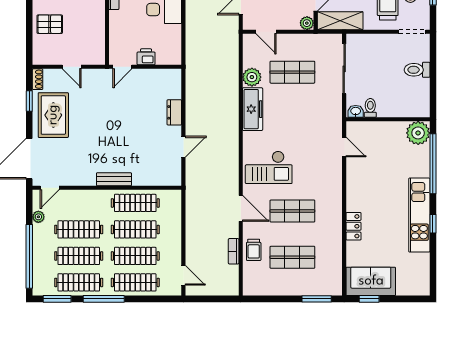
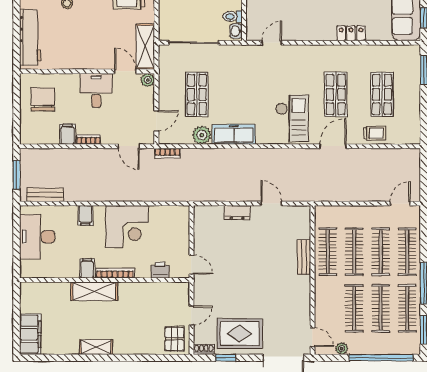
pallet: (50, 24) -> (174, 339), moved
printer: (146, 57) -> (160, 270), moved, turned 90
bench: (114, 179) -> (304, 257), moved
bookcase: (234, 251) -> (168, 153), moved

